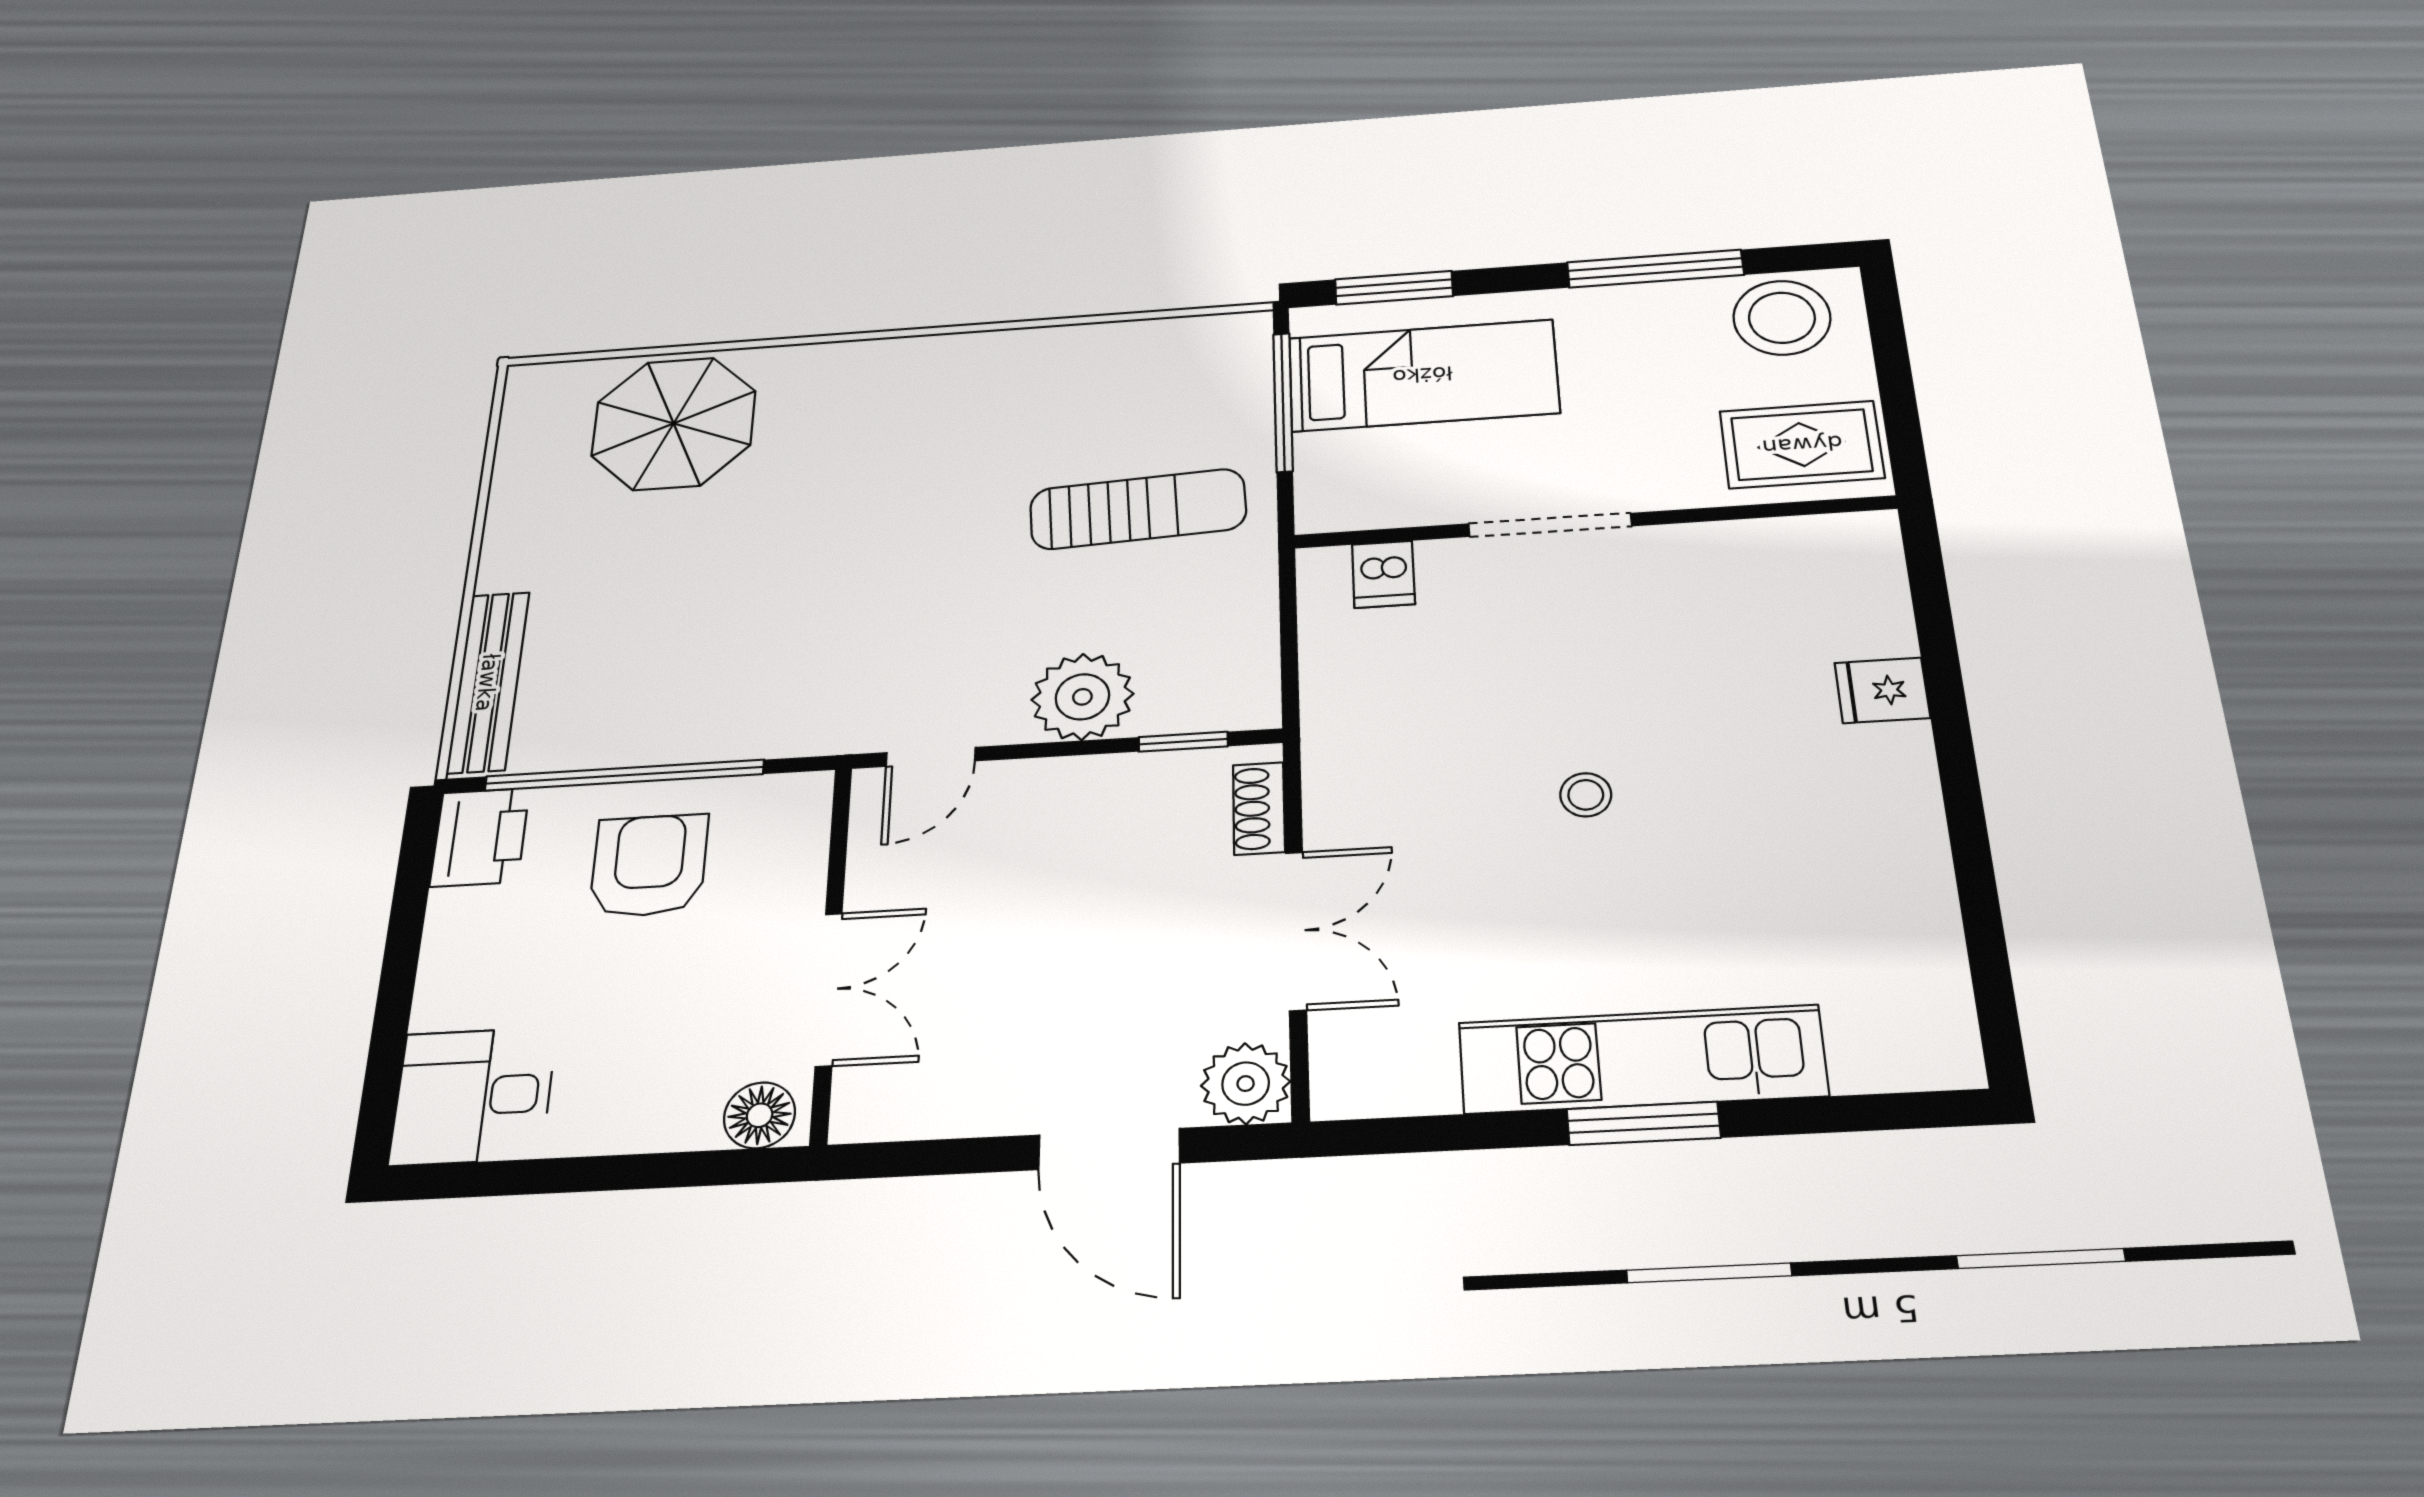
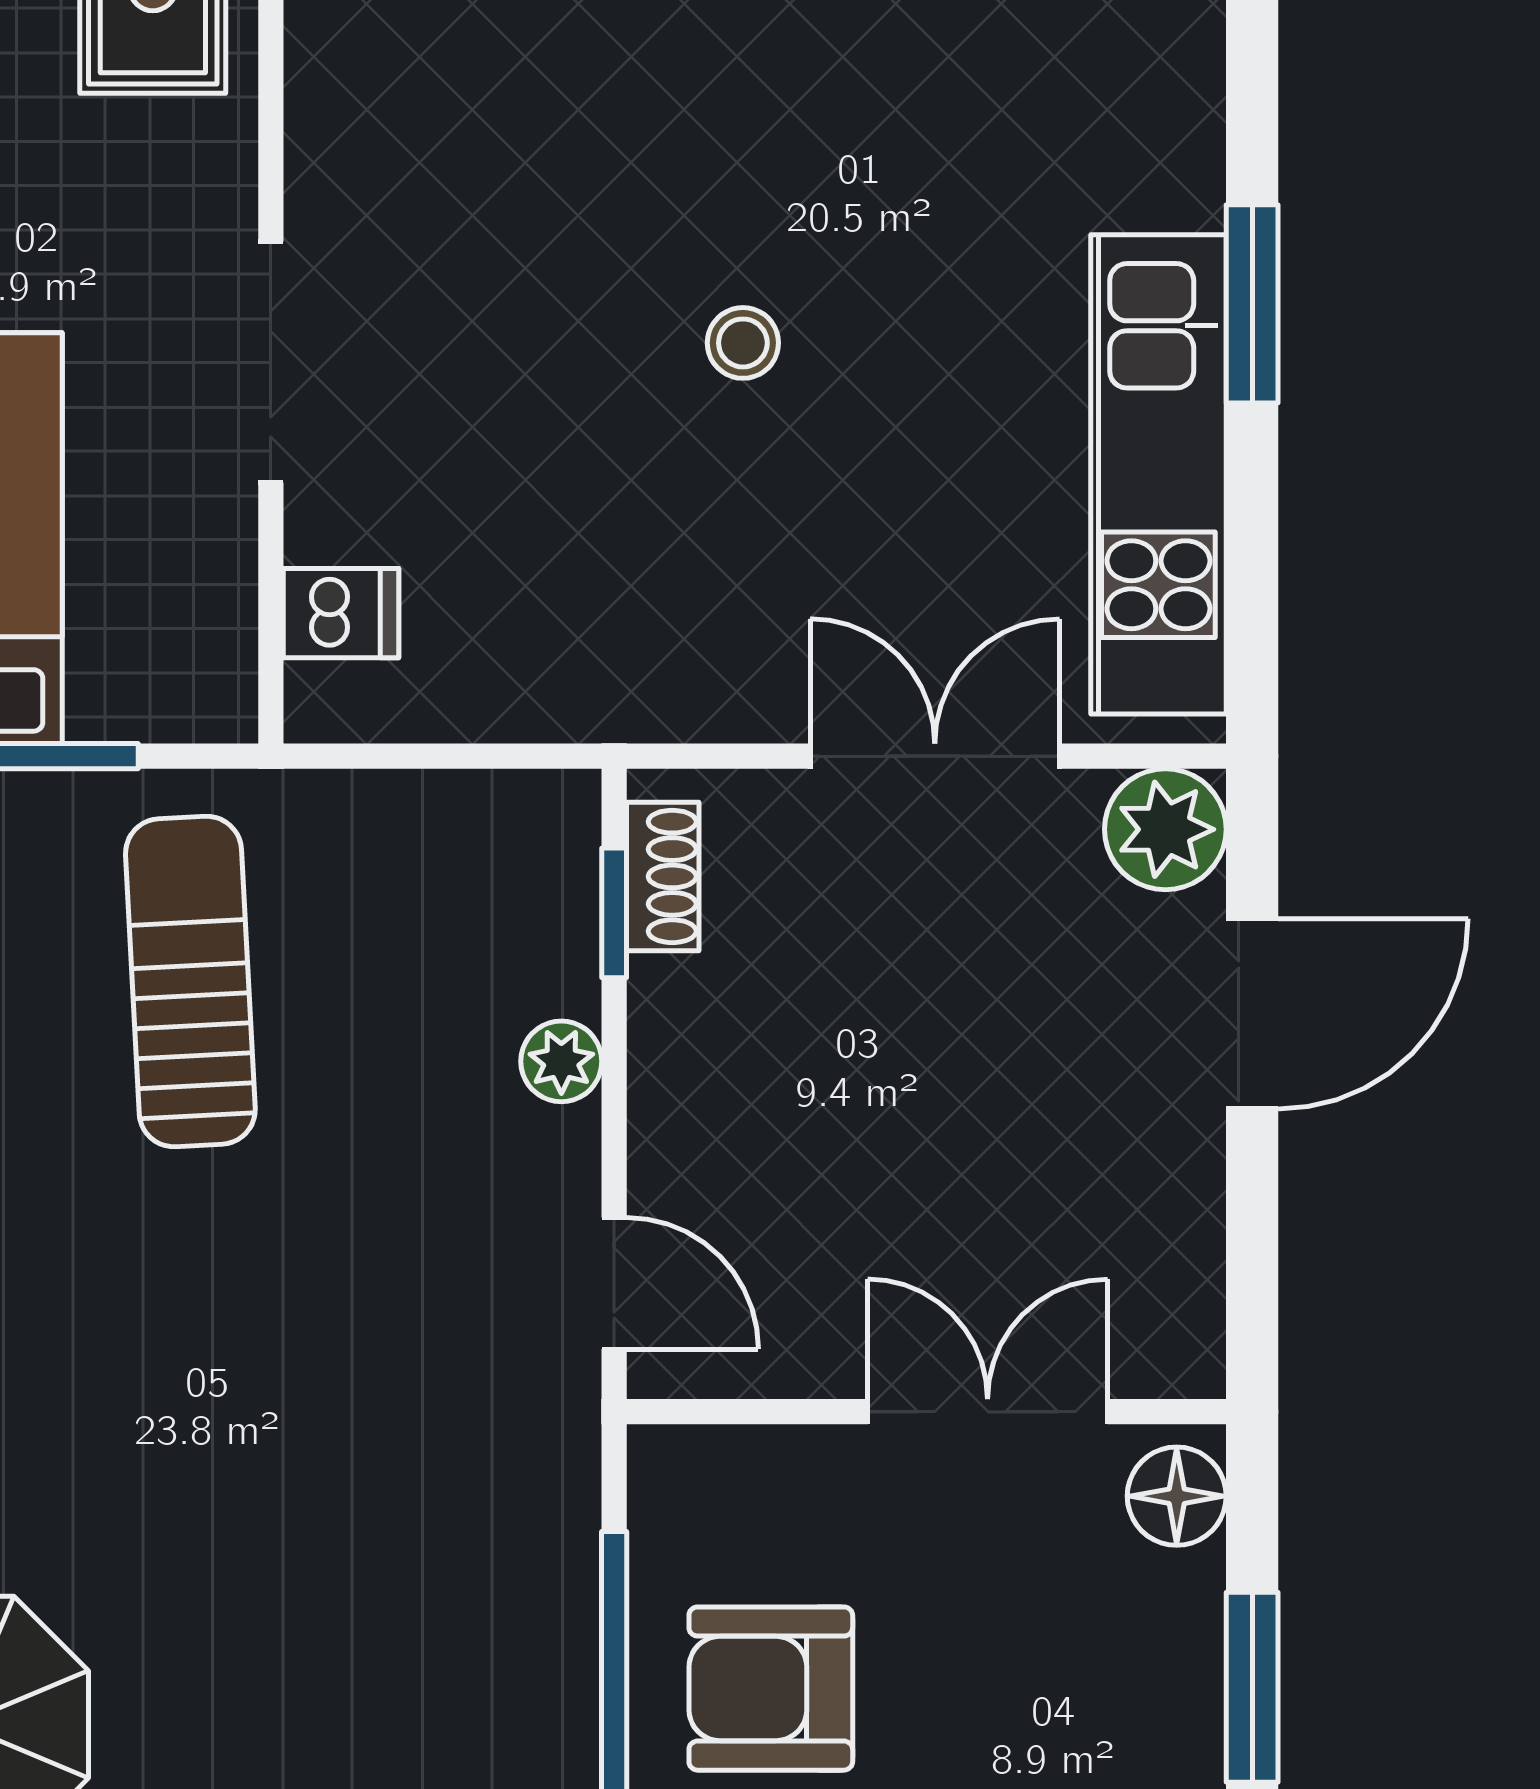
plant: (1082, 697) -> (561, 1061), width x0.53, depth x0.53
shoe rack: (1259, 808) -> (663, 876), moved, turned -90
kitchen unit: (1642, 1059) -> (1158, 474), moved
window: (617, 1173) -> (1252, 1687), added

